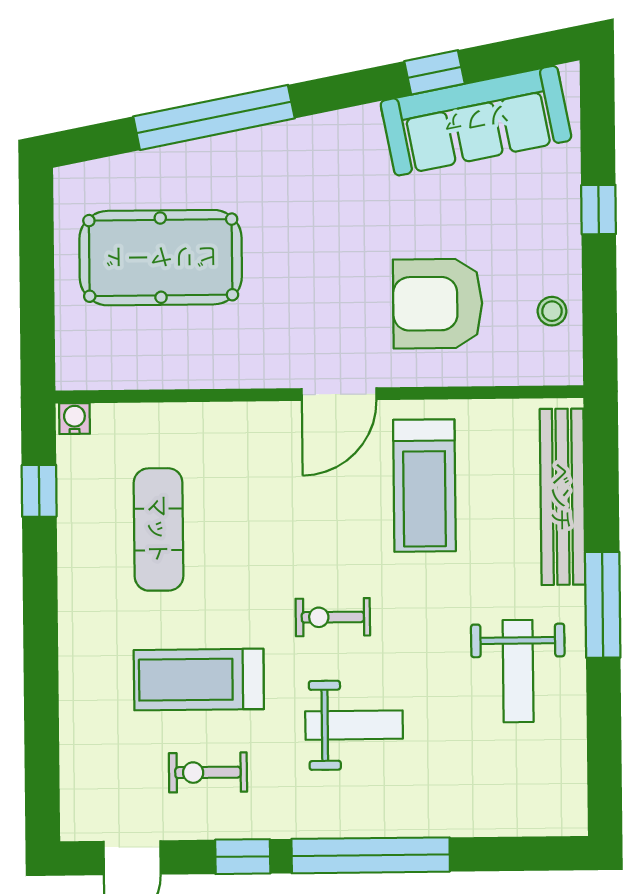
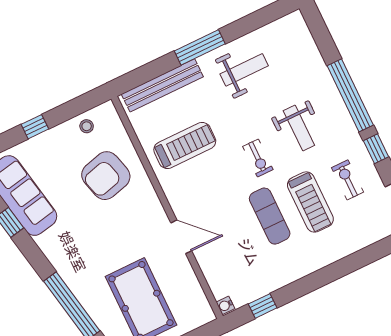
armchair: (438, 304) -> (106, 176), turned 75
door: (339, 394) -> (181, 237), moved
exercise mat: (159, 529) -> (270, 216), moved, turned 90
weight bench: (354, 725) -> (299, 128), turned 180
exercise bike: (208, 772) -> (347, 180), turned 180

